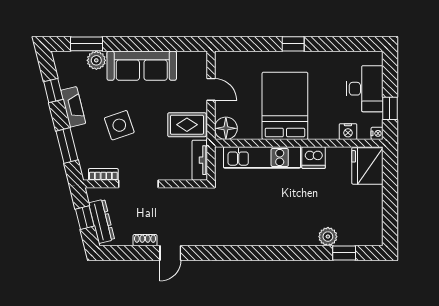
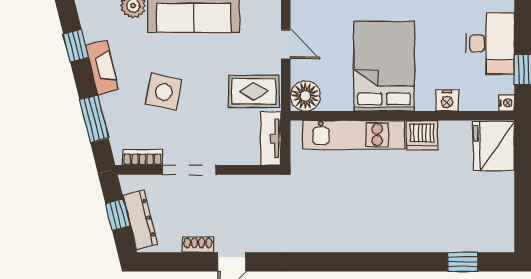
side table: (119, 125) -> (164, 92), turned 30
nightstand: (348, 132) -> (447, 100), moved
plant: (328, 237) -> (441, 240), removed

